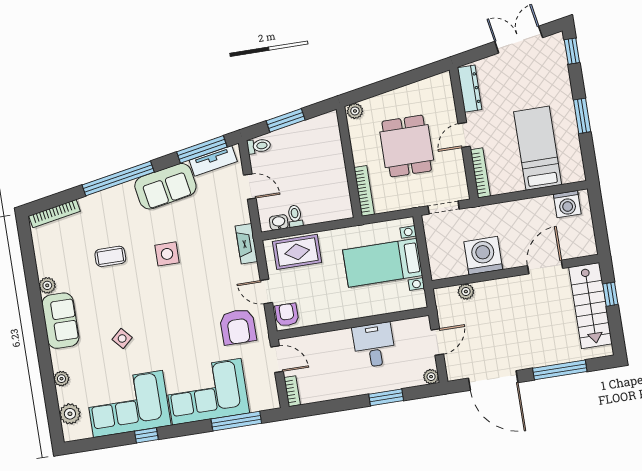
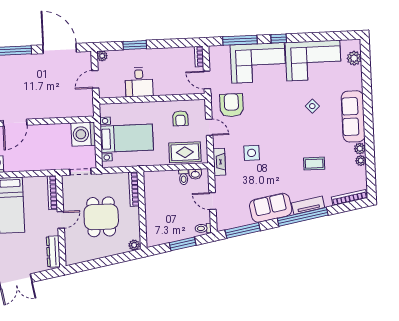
tv unit: (213, 161) -> (308, 205), moved
side table: (167, 254) -> (252, 153), moved
washing machine: (483, 256) -> (83, 134), moved, turned 90
plant: (466, 292) -> (72, 112), removed
armchair: (287, 315) -> (180, 118), moved
sofa: (60, 321) -> (353, 116), width x1.36
plant: (61, 379) -> (361, 161), moved
window: (146, 435) -> (279, 39), moved

